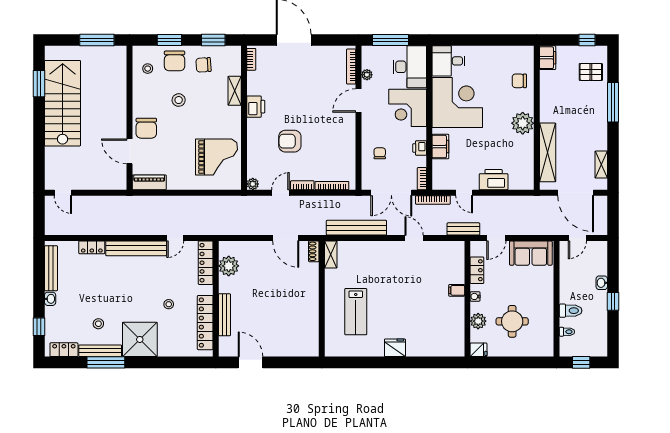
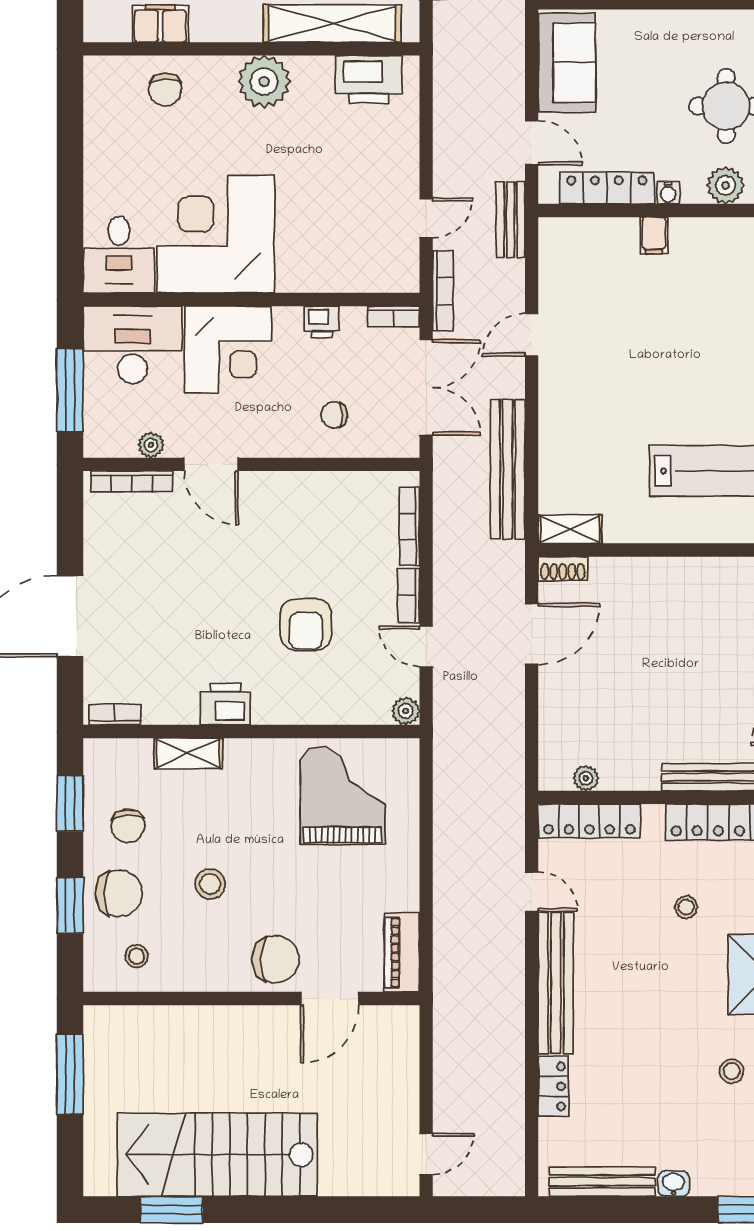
filing cabinet: (548, 58) -> (160, 24), moved
filing cabinet: (440, 147) -> (318, 274), removed
printer: (494, 180) -> (369, 79), moved, turned -90
plant: (229, 266) -> (586, 778), width x0.53, depth x0.53
locker: (477, 270) -> (607, 188), width x1.53

